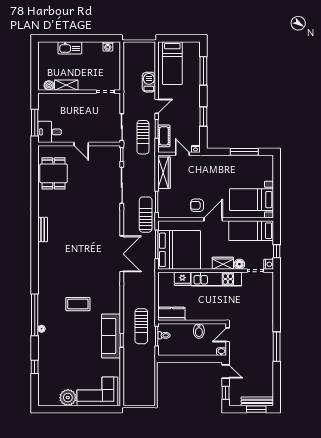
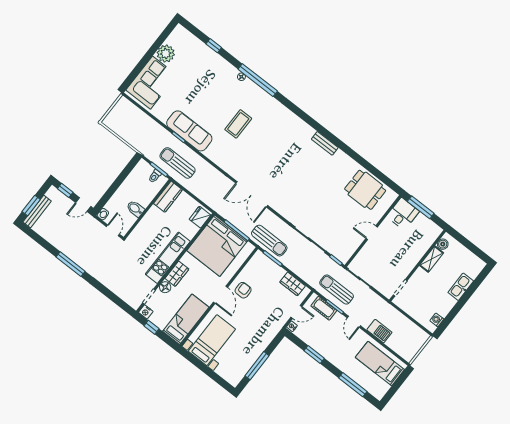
wardrobe: (164, 173) -> (293, 284), width x0.67
fridge: (182, 279) -> (200, 217), moved

